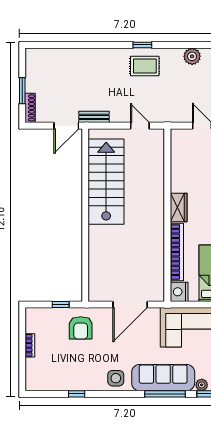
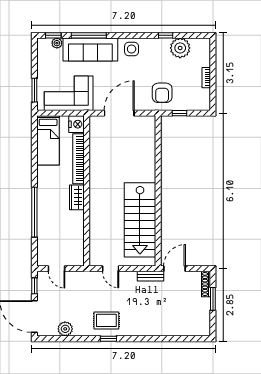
armchair: (81, 328) -> (162, 93), turned 180
plant: (60, 379) -> (180, 48), added

